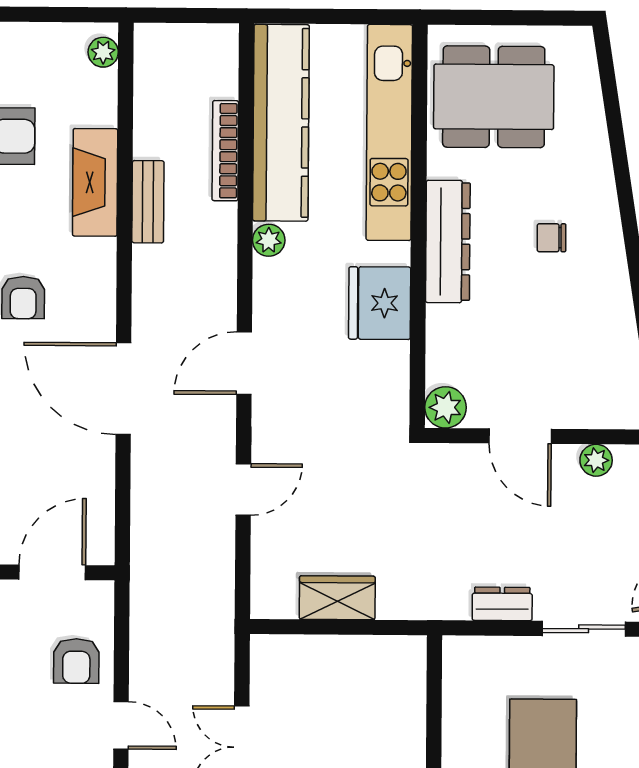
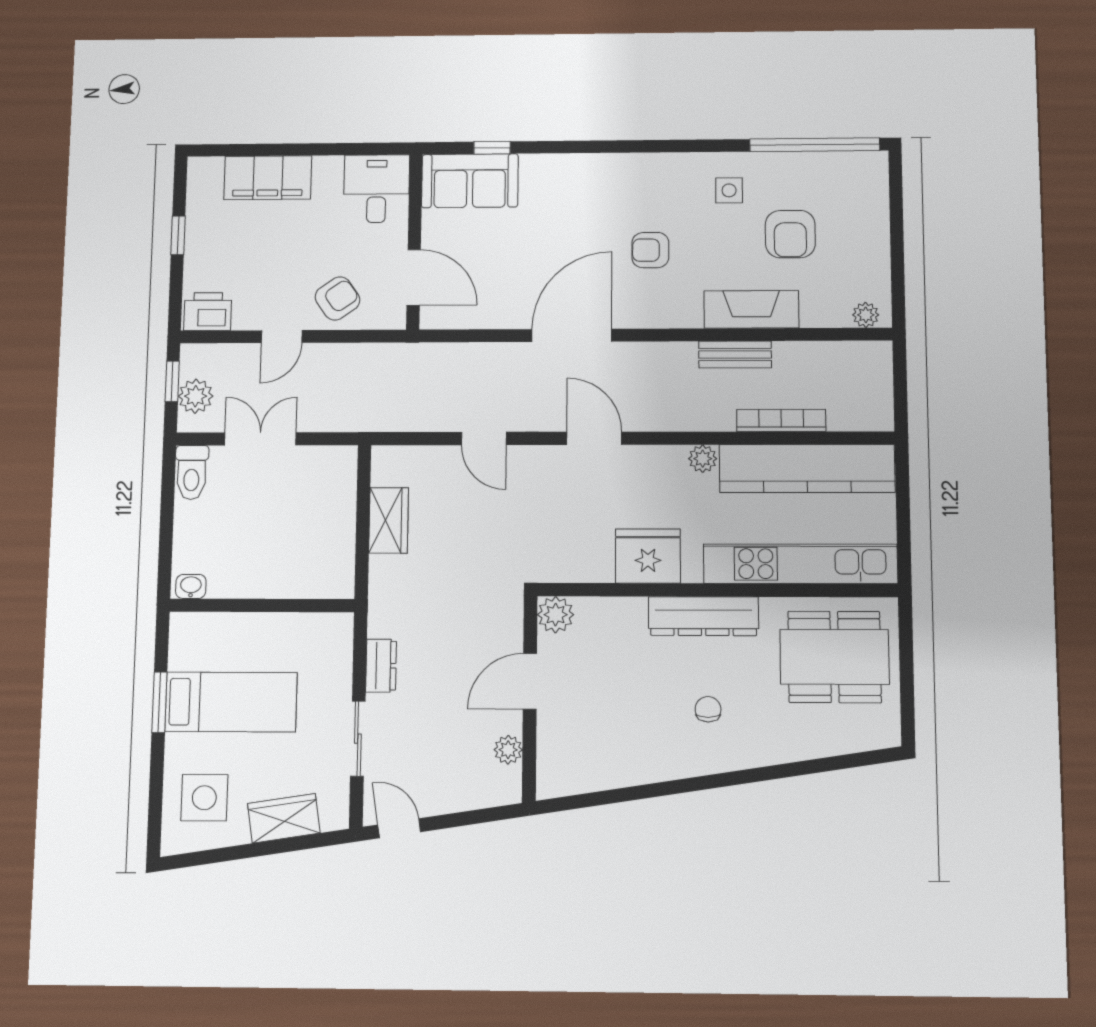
dining table: (494, 97) -> (834, 657), turned 90
armchair: (76, 661) -> (337, 298), turned 145

